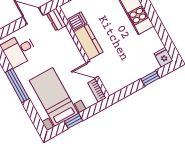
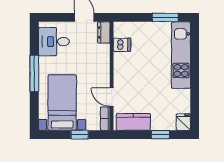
kitchen counter: (88, 42) -> (133, 122), moved, turned -90
window: (73, 121) -> (80, 135), moved

